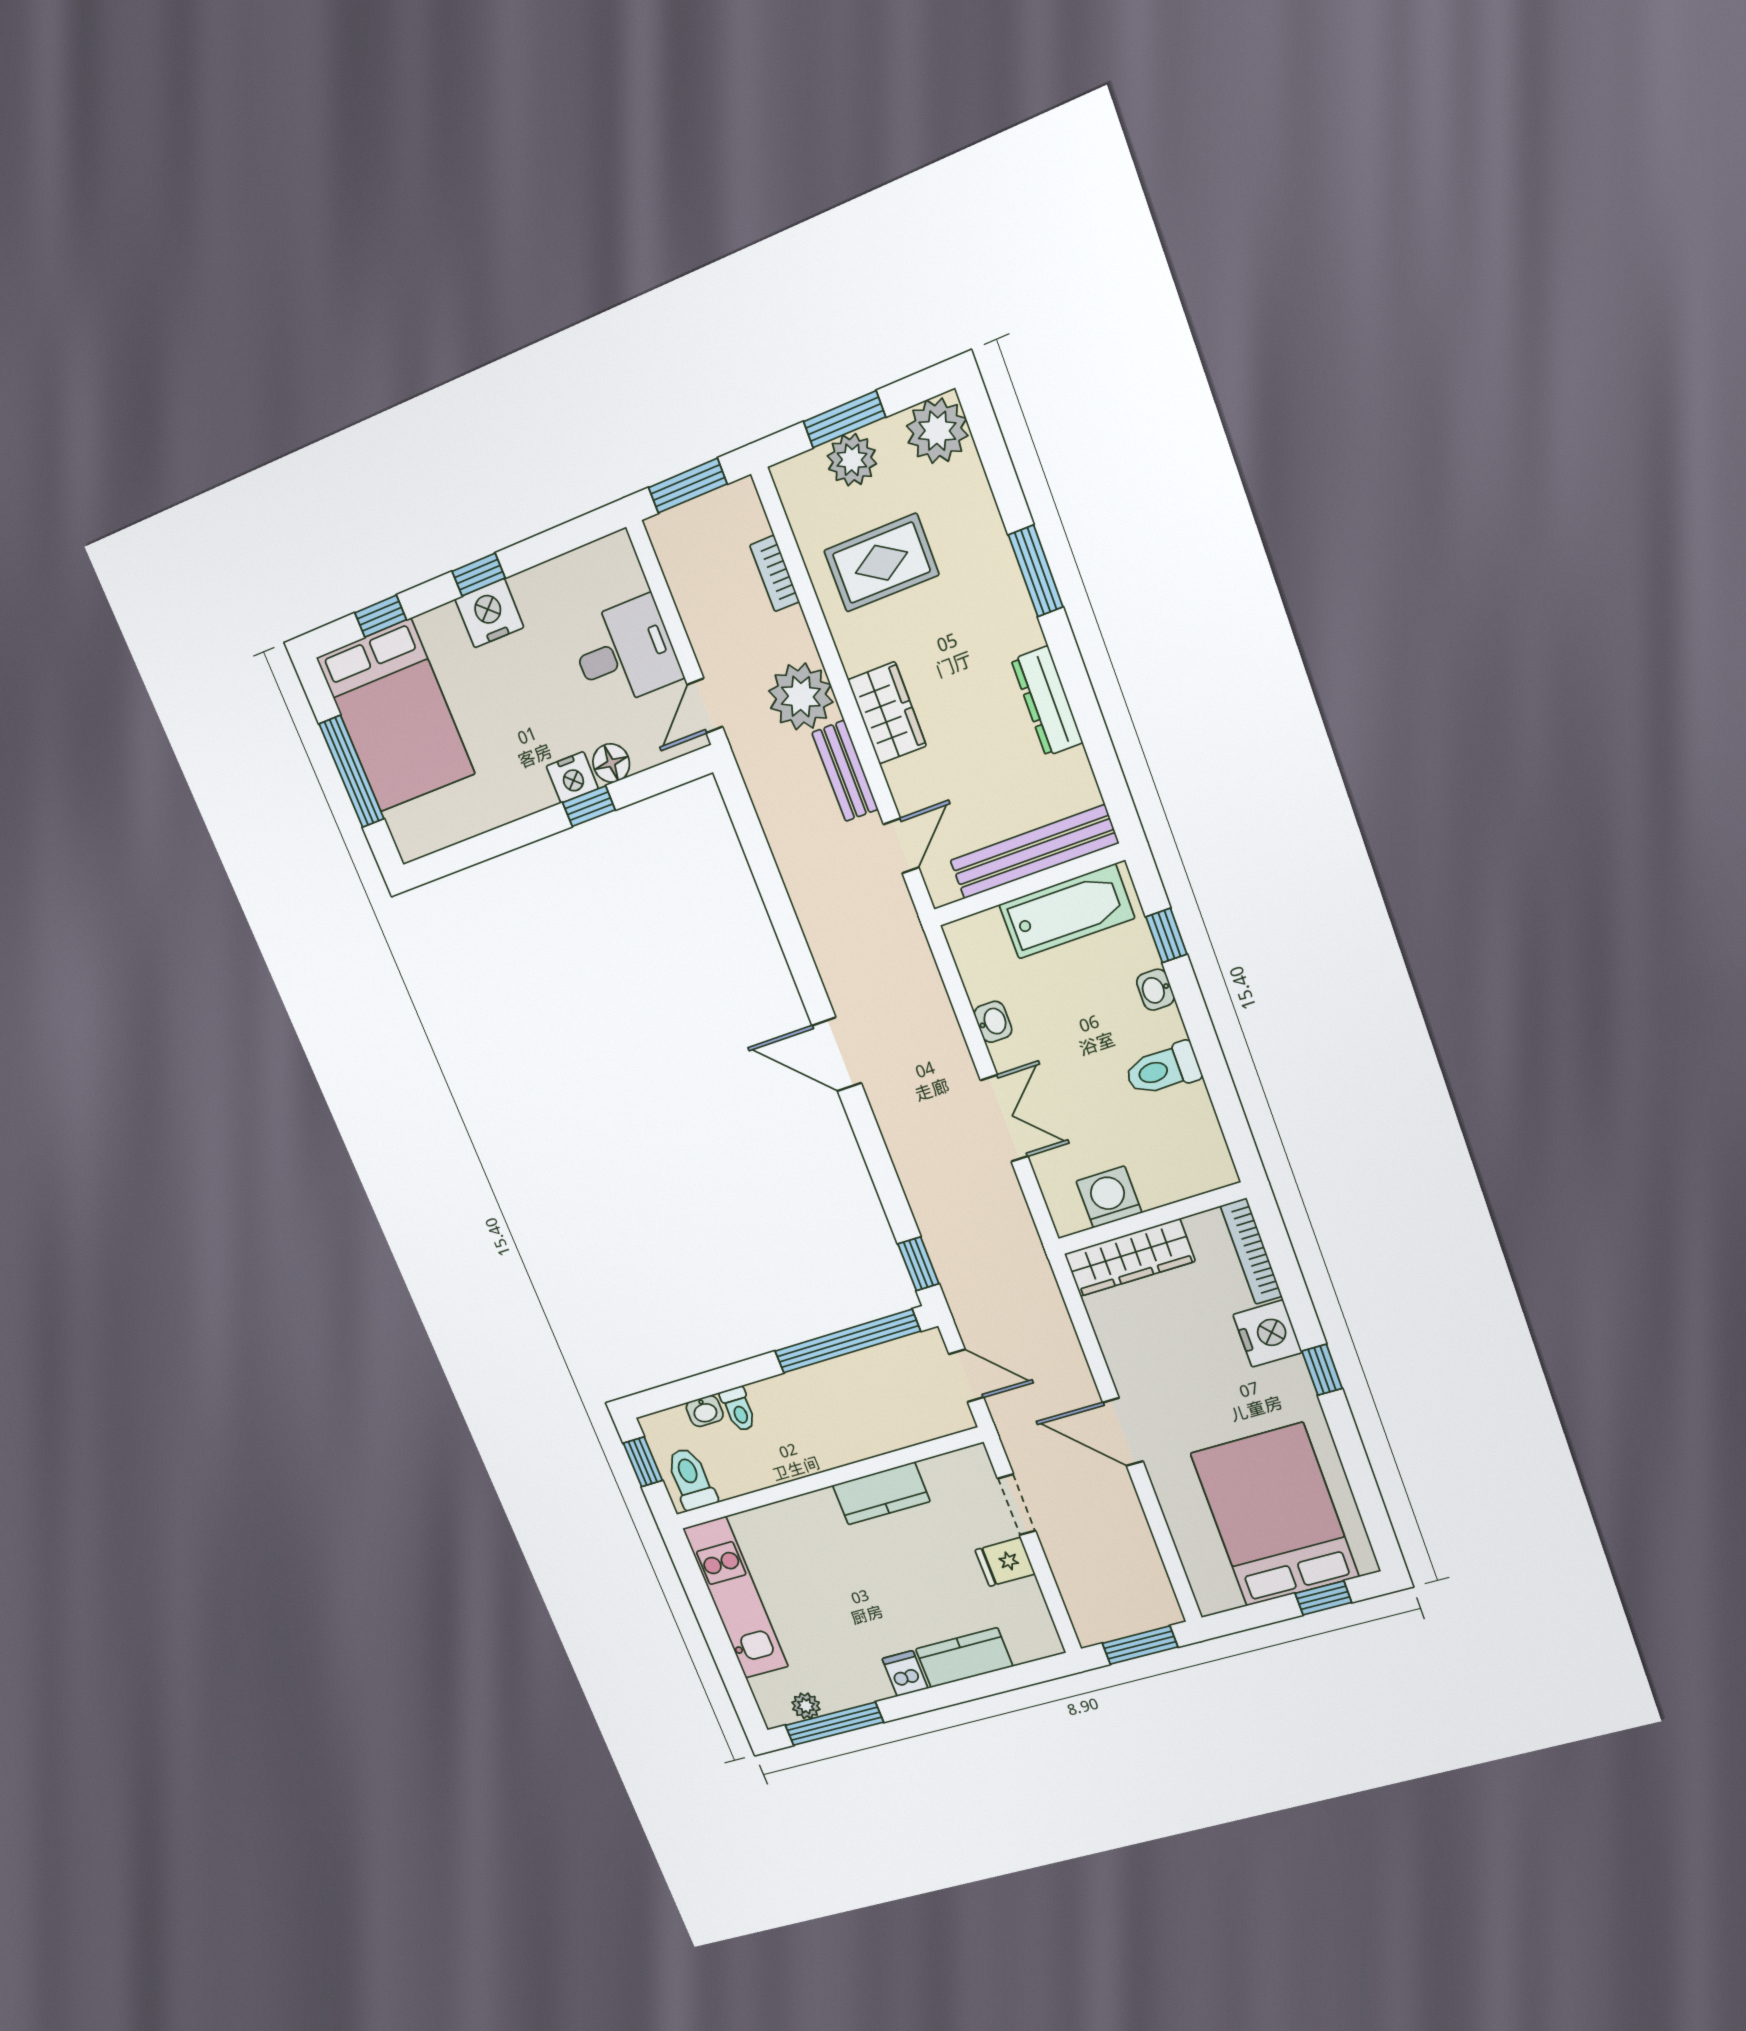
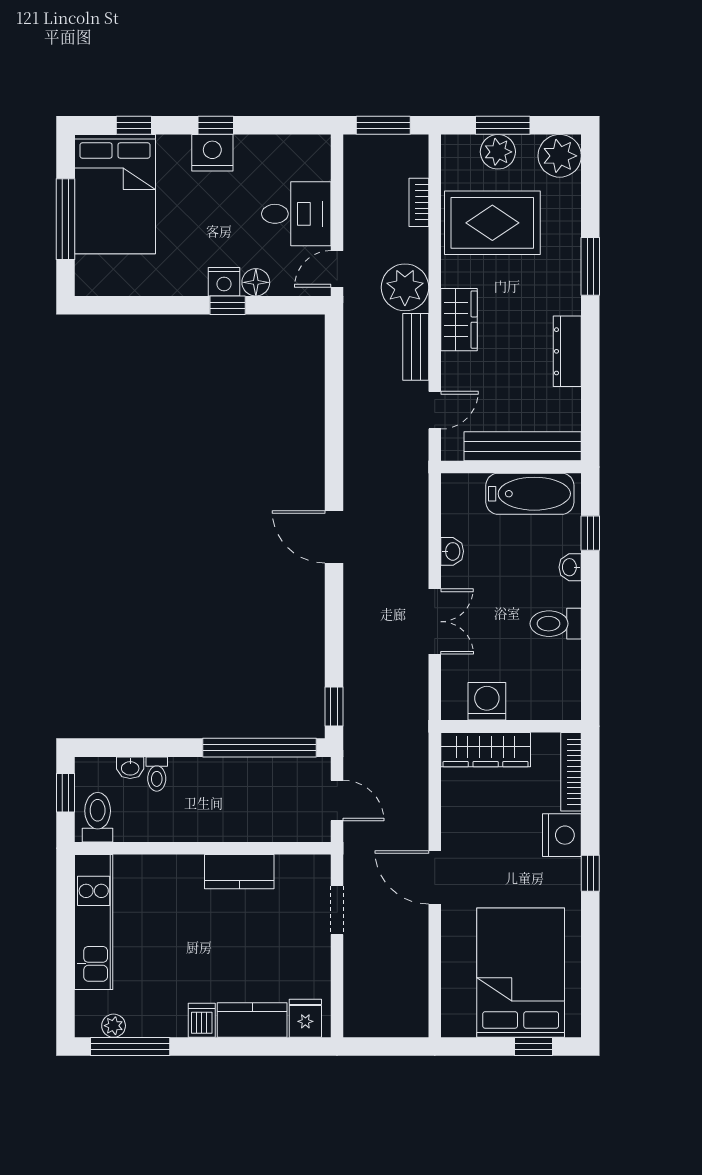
rug: (881, 563) -> (492, 223), width x1.36, depth x1.43
fridge: (1005, 1562) -> (305, 1018), moved, turned 90
window: (1140, 1645) -> (388, 1047), removed

